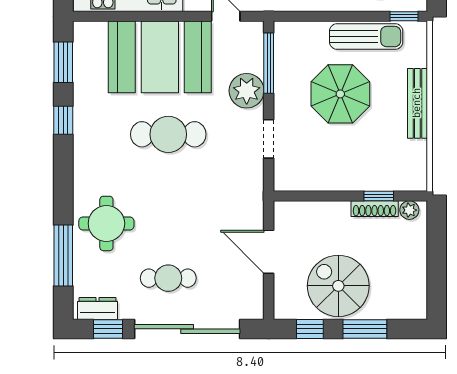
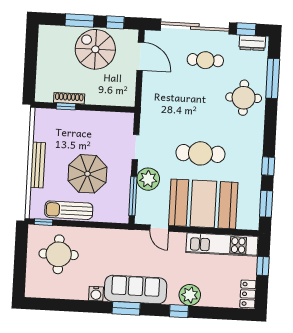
plant: (409, 210) -> (47, 96), removed
door: (269, 252) -> (140, 56), moved
spiral stairs: (338, 286) -> (95, 49), turned 180

